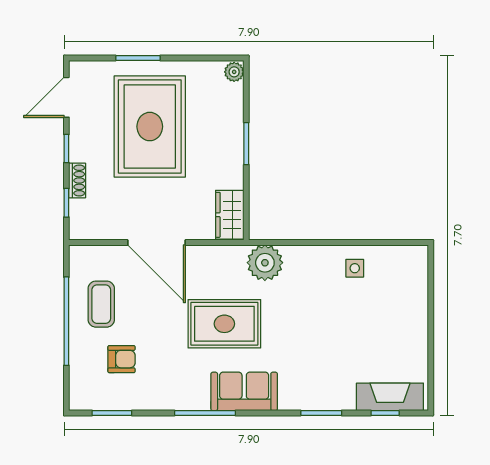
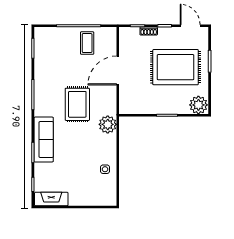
plant: (234, 72) -> (198, 105), width x1.87, depth x1.87
wardrobe: (230, 215) -> (132, 107), removed
coffee table: (101, 304) -> (87, 43), turned 90
armchair: (121, 359) -> (60, 53), removed
sofa: (244, 391) -> (44, 139), moved, width x1.36
fireplace: (390, 397) -> (51, 199), moved, turned -90

